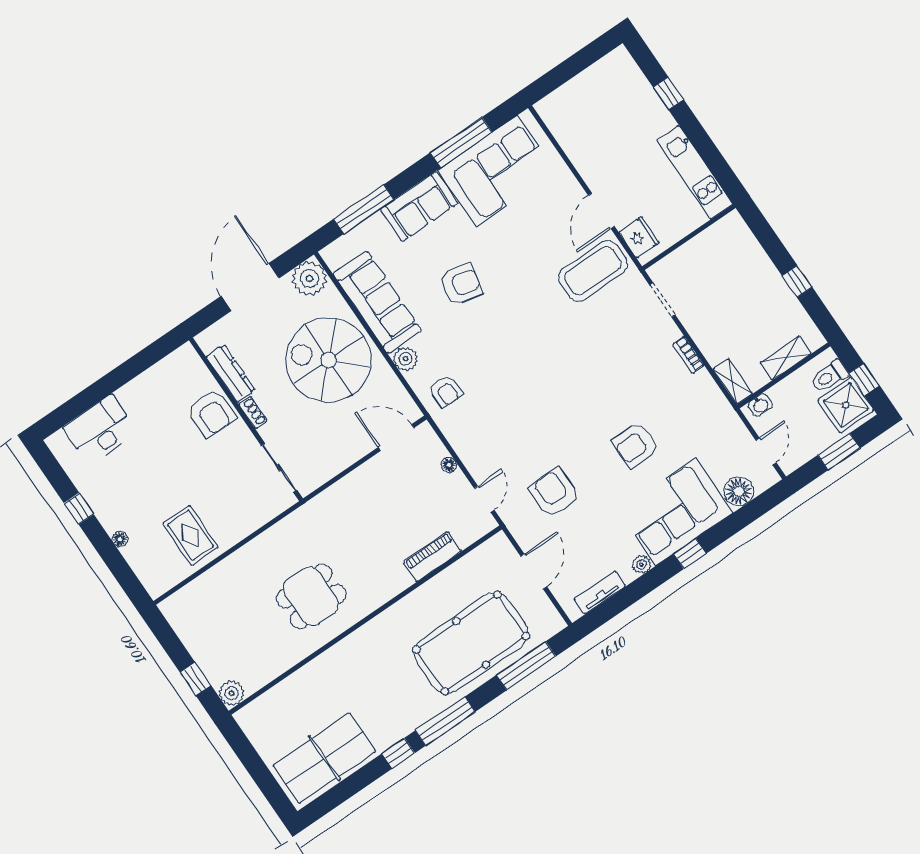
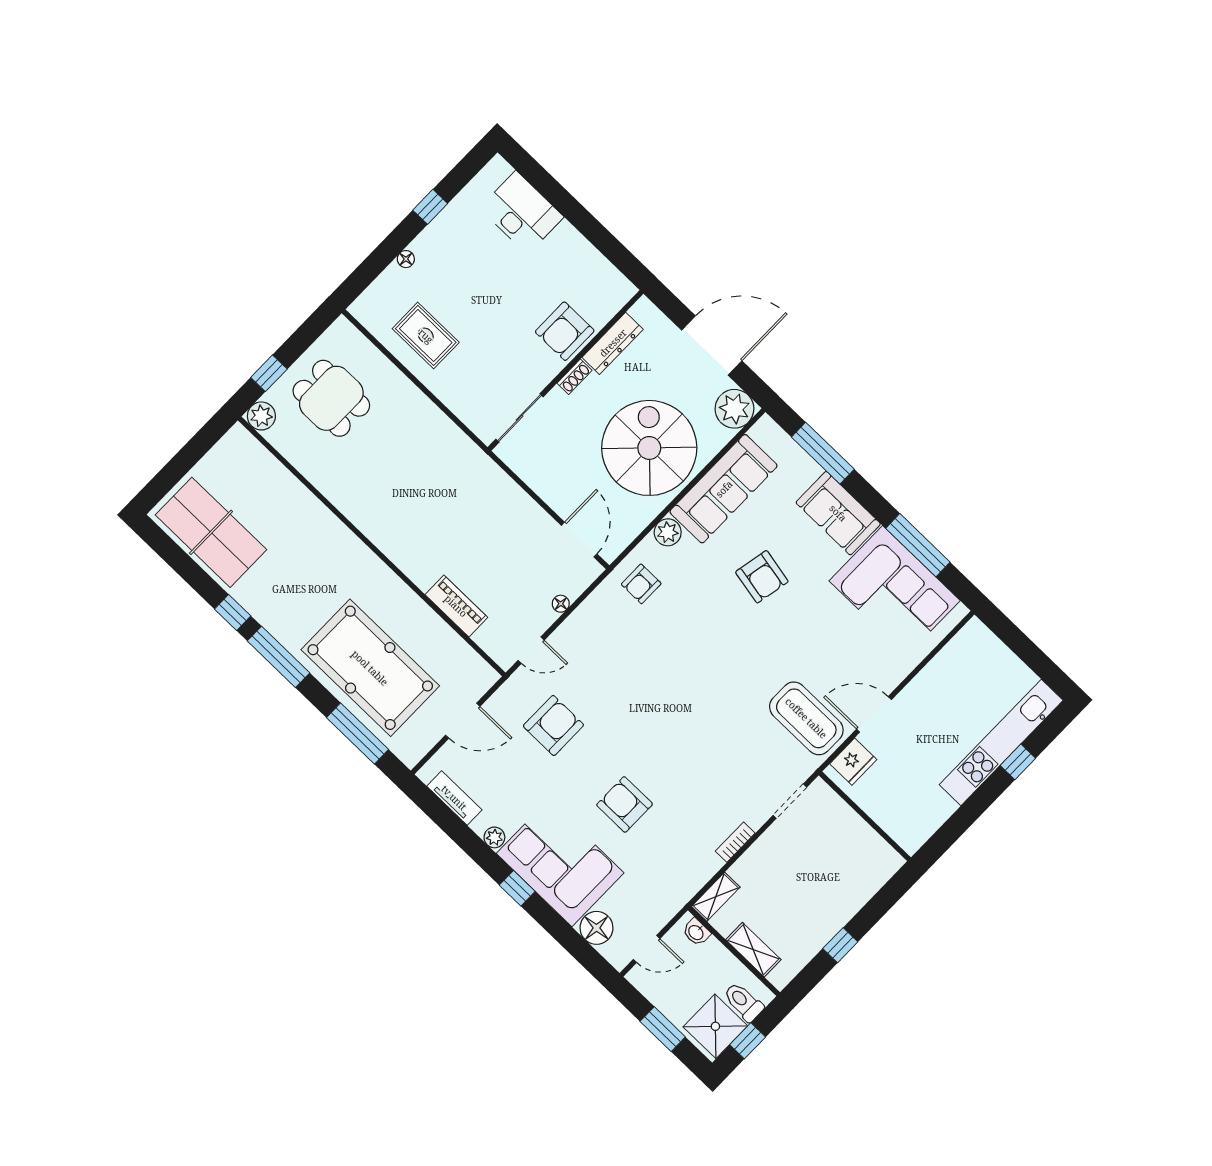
kitchen unit: (695, 172) -> (1001, 743), moved, width x1.36
rug: (190, 535) -> (426, 336), turned 90
dining table: (311, 596) -> (331, 398), moved

